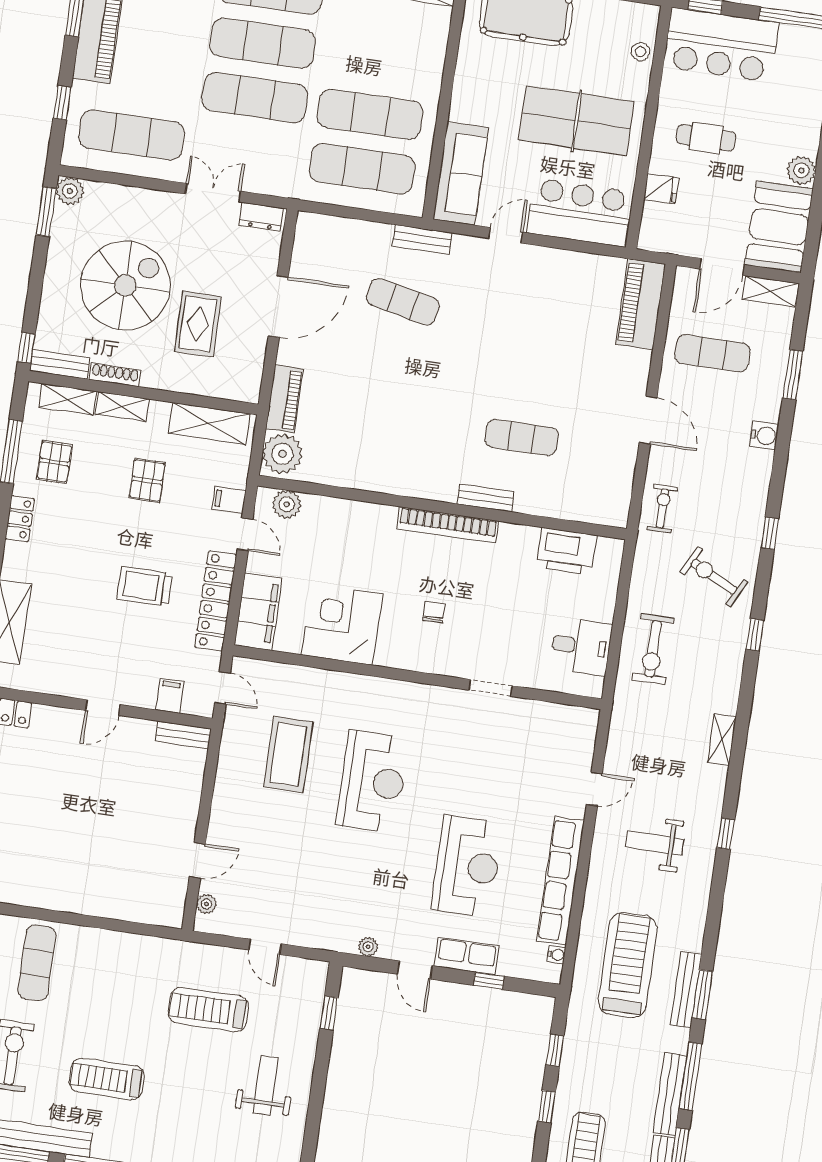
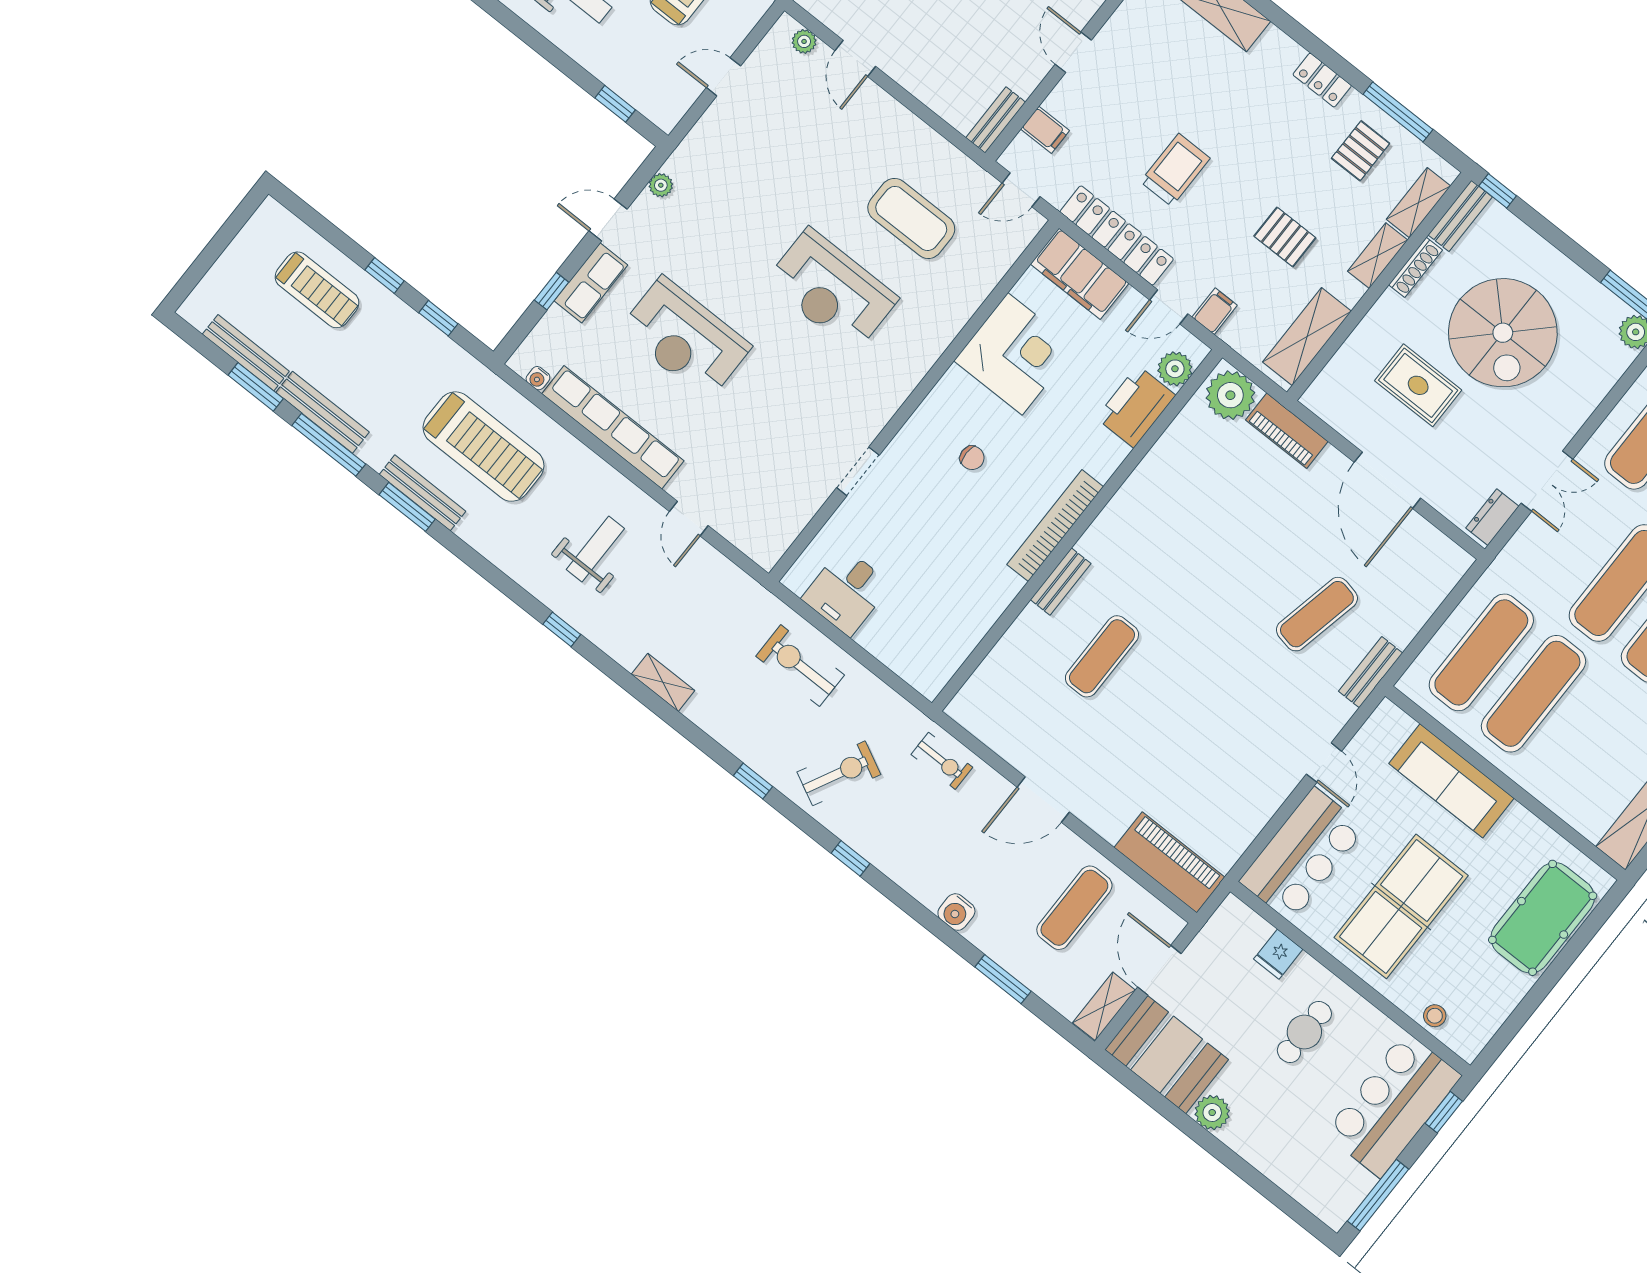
sofa: (461, 173) -> (1451, 781), moved
pallet: (54, 462) -> (1361, 151), turned 90
printer: (566, 551) -> (1136, 407), moved

